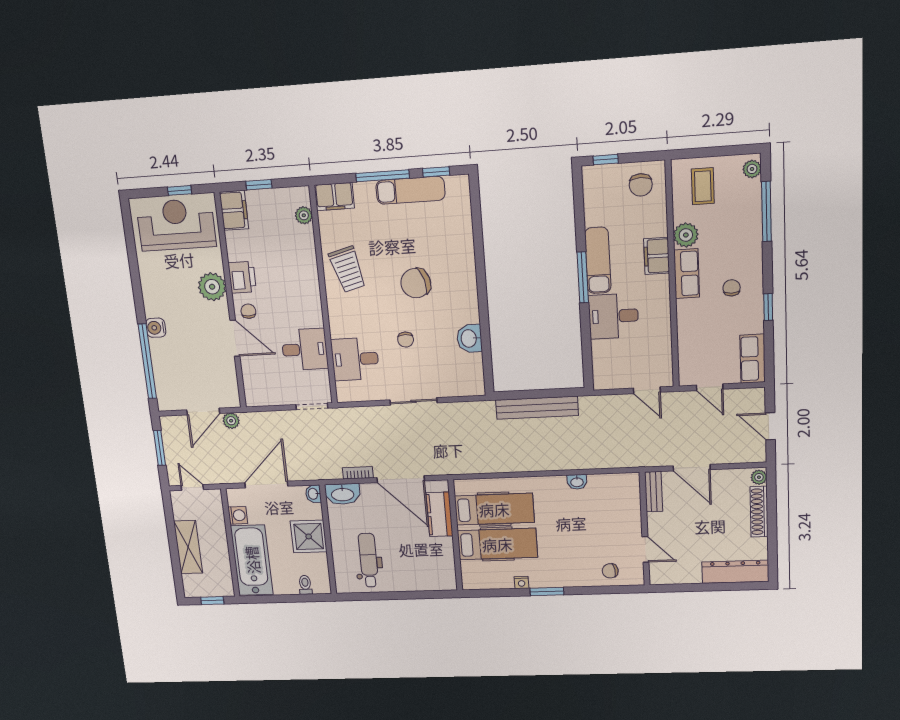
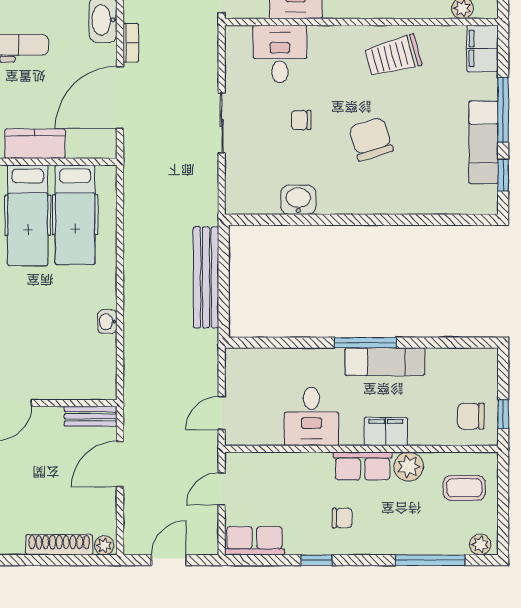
window: (606, 160) -> (503, 414), moved
desk: (613, 316) -> (311, 417), moved, turned 180
kitchen counter: (439, 514) -> (35, 144), moved

